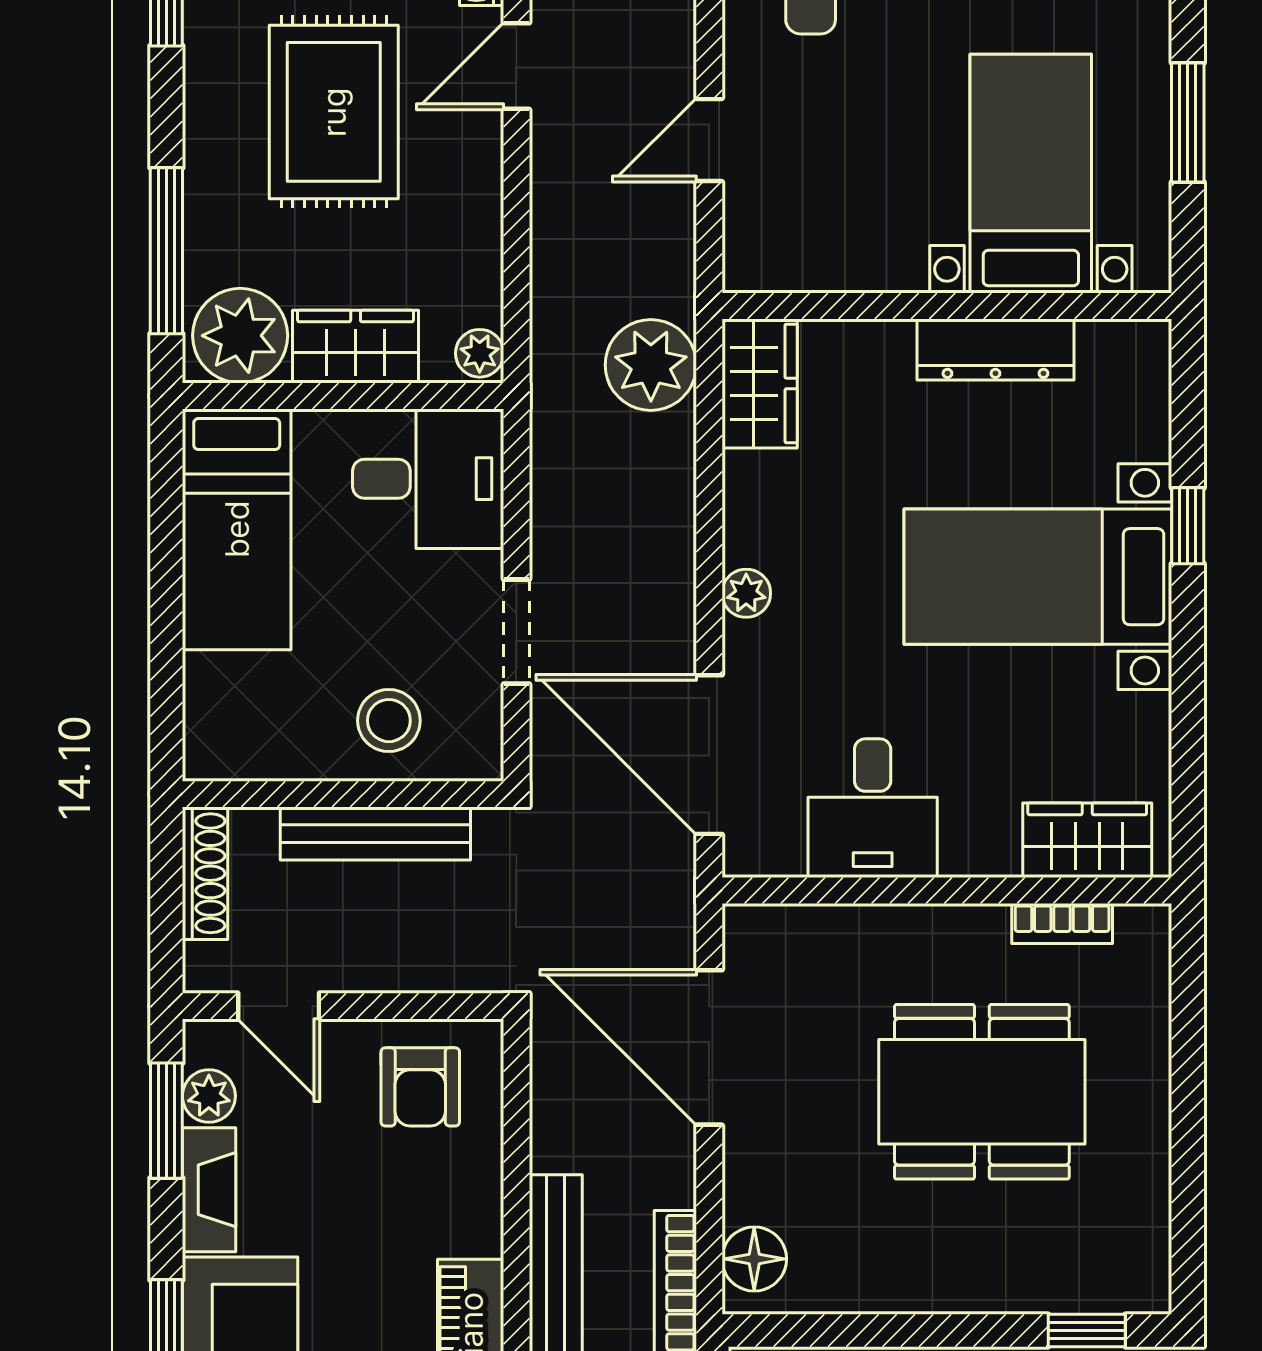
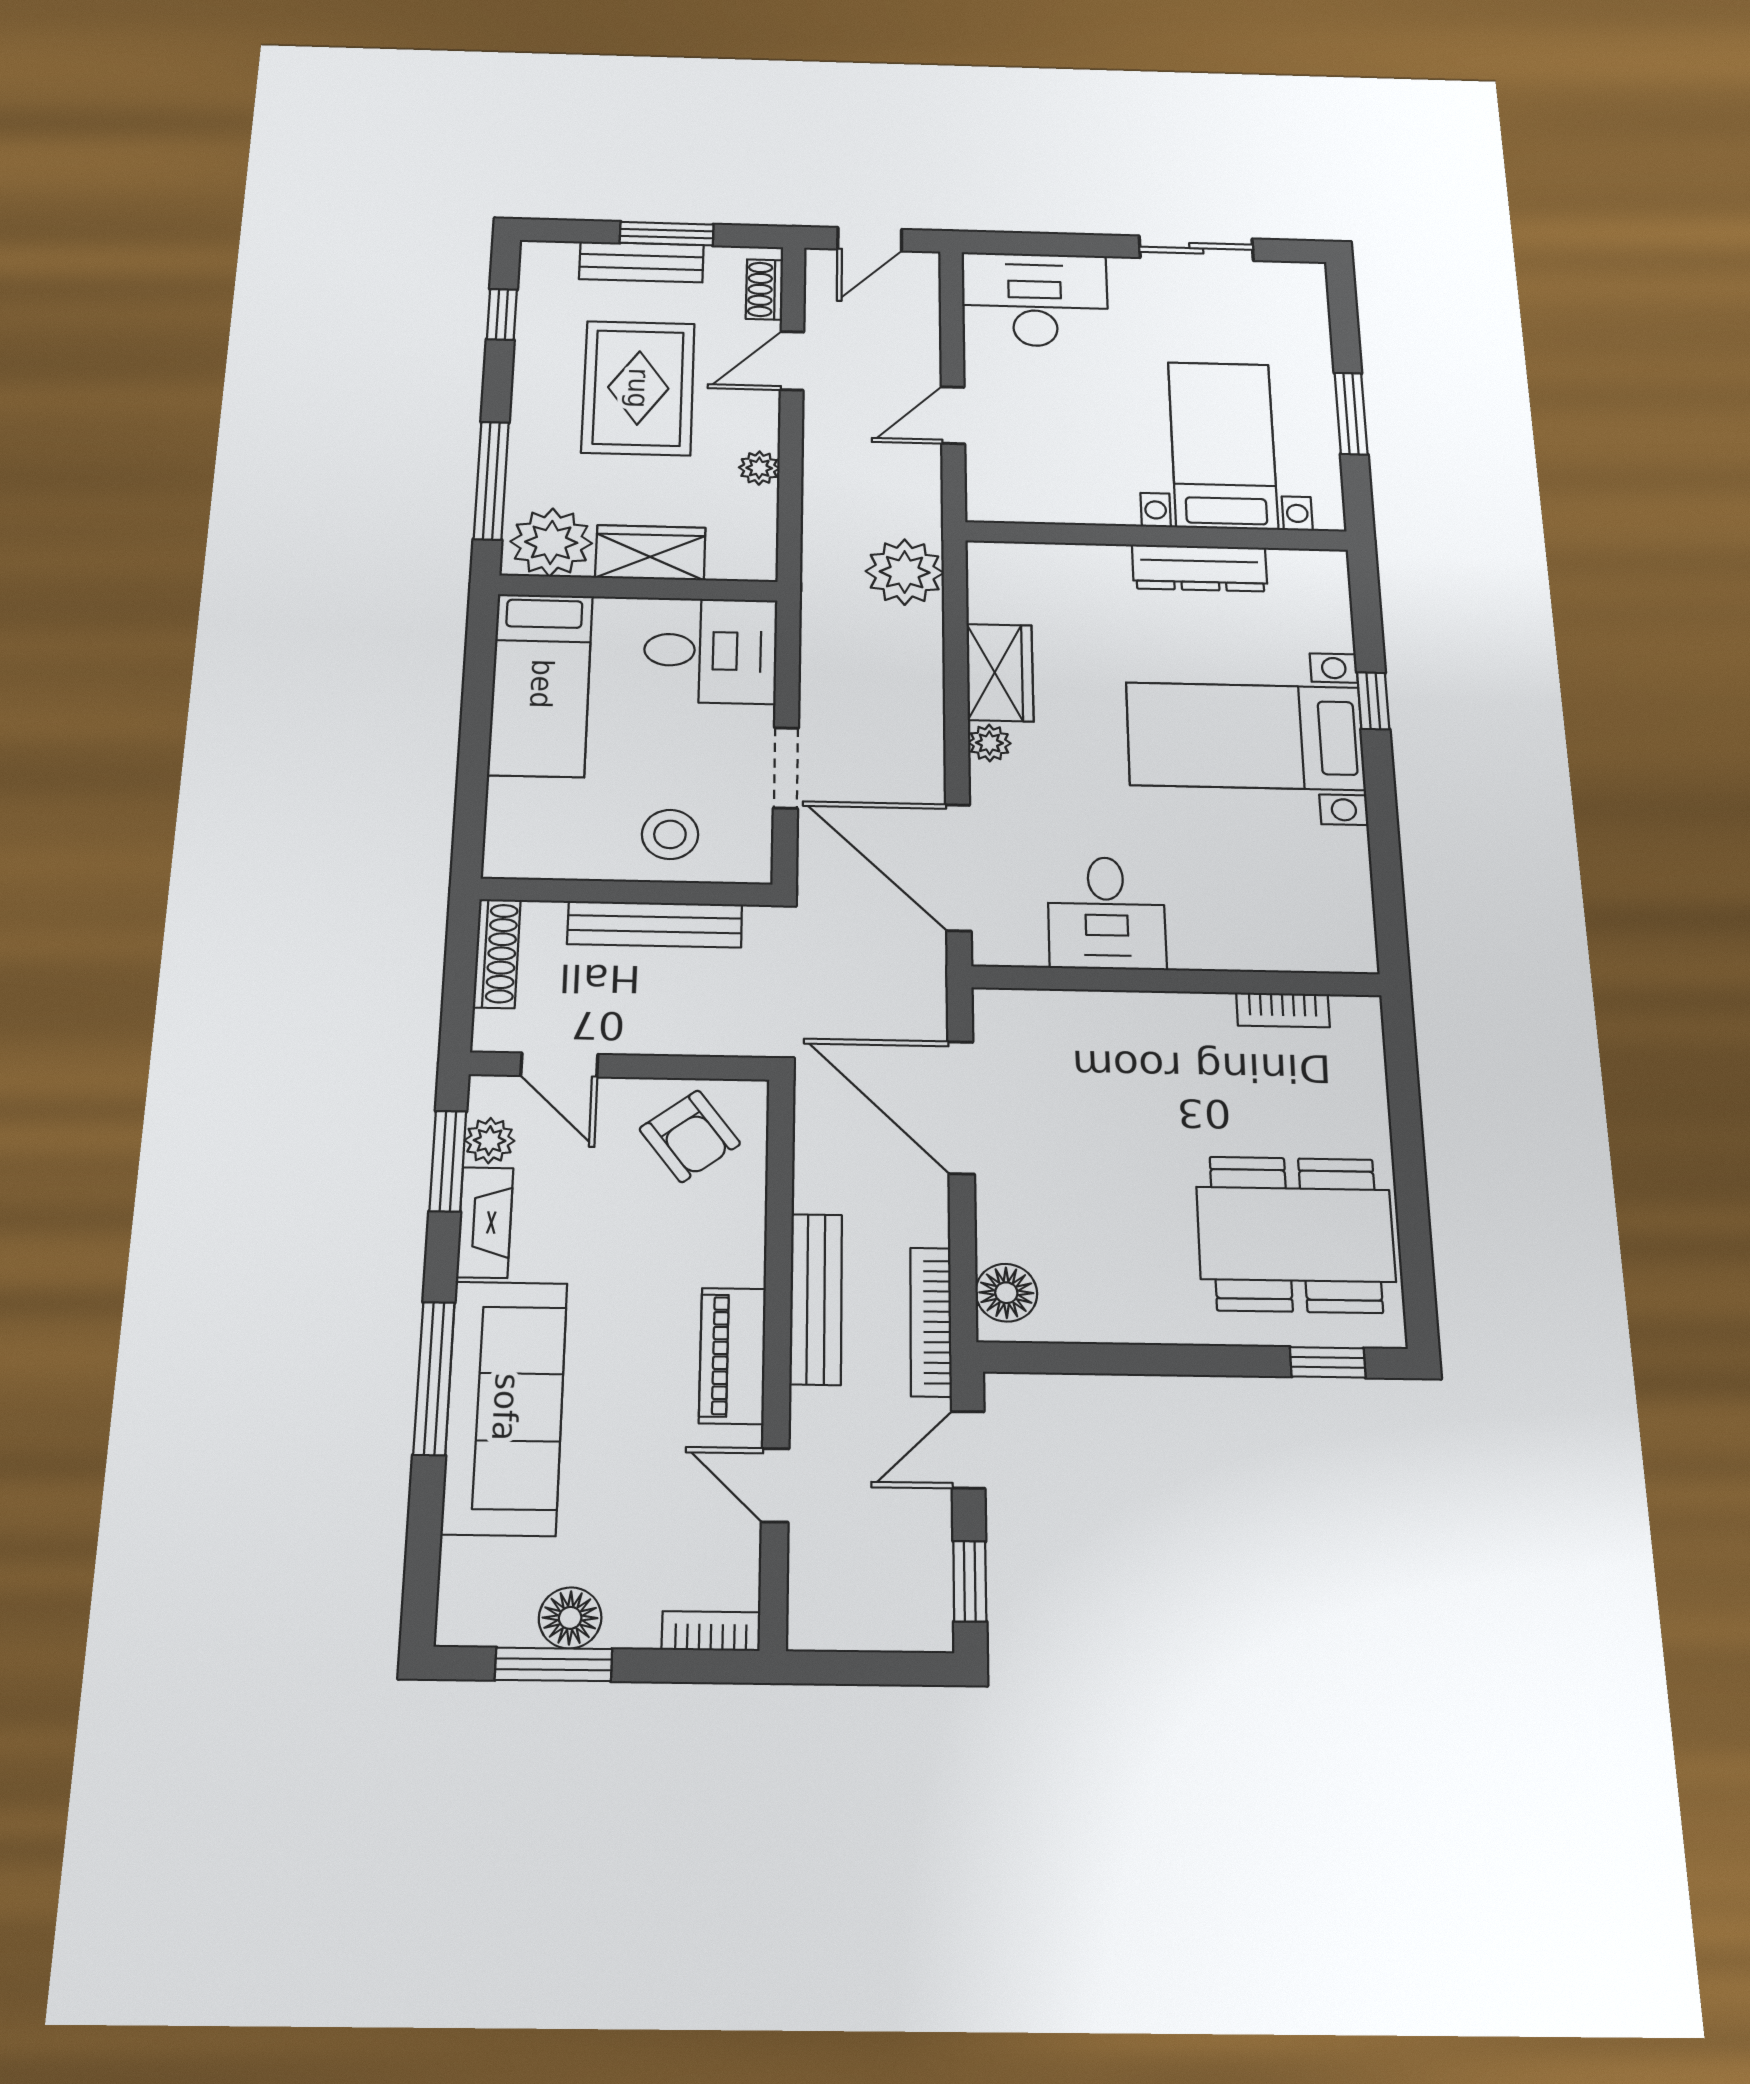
plant: (480, 353) -> (759, 468), moved
wardrobe: (760, 383) -> (1000, 673), moved
wardrobe: (1087, 840) -> (1301, 943), removed
armchair: (420, 1087) -> (690, 1136), turned -37
dining table: (982, 1092) -> (1296, 1234), moved

